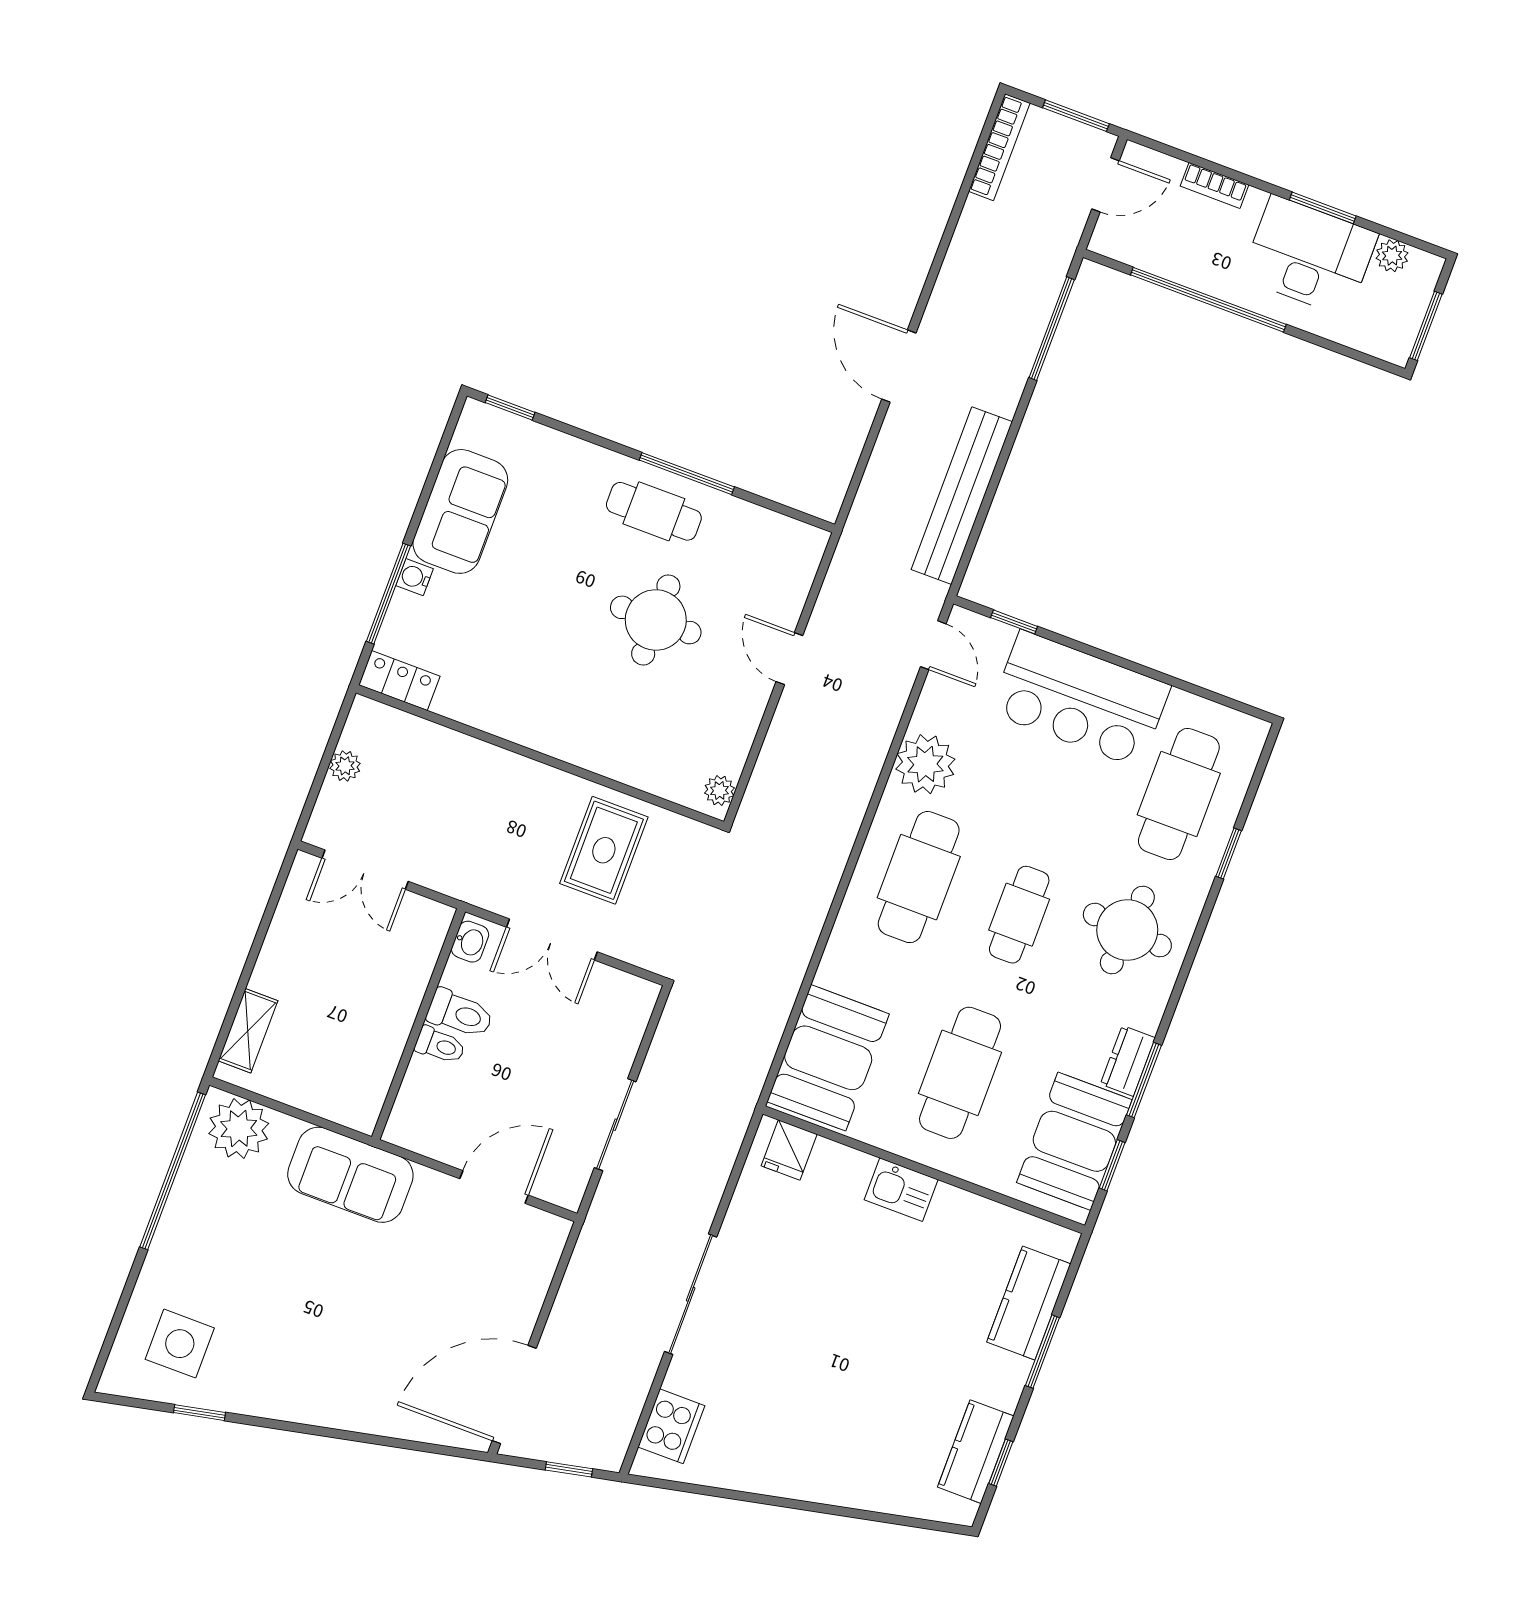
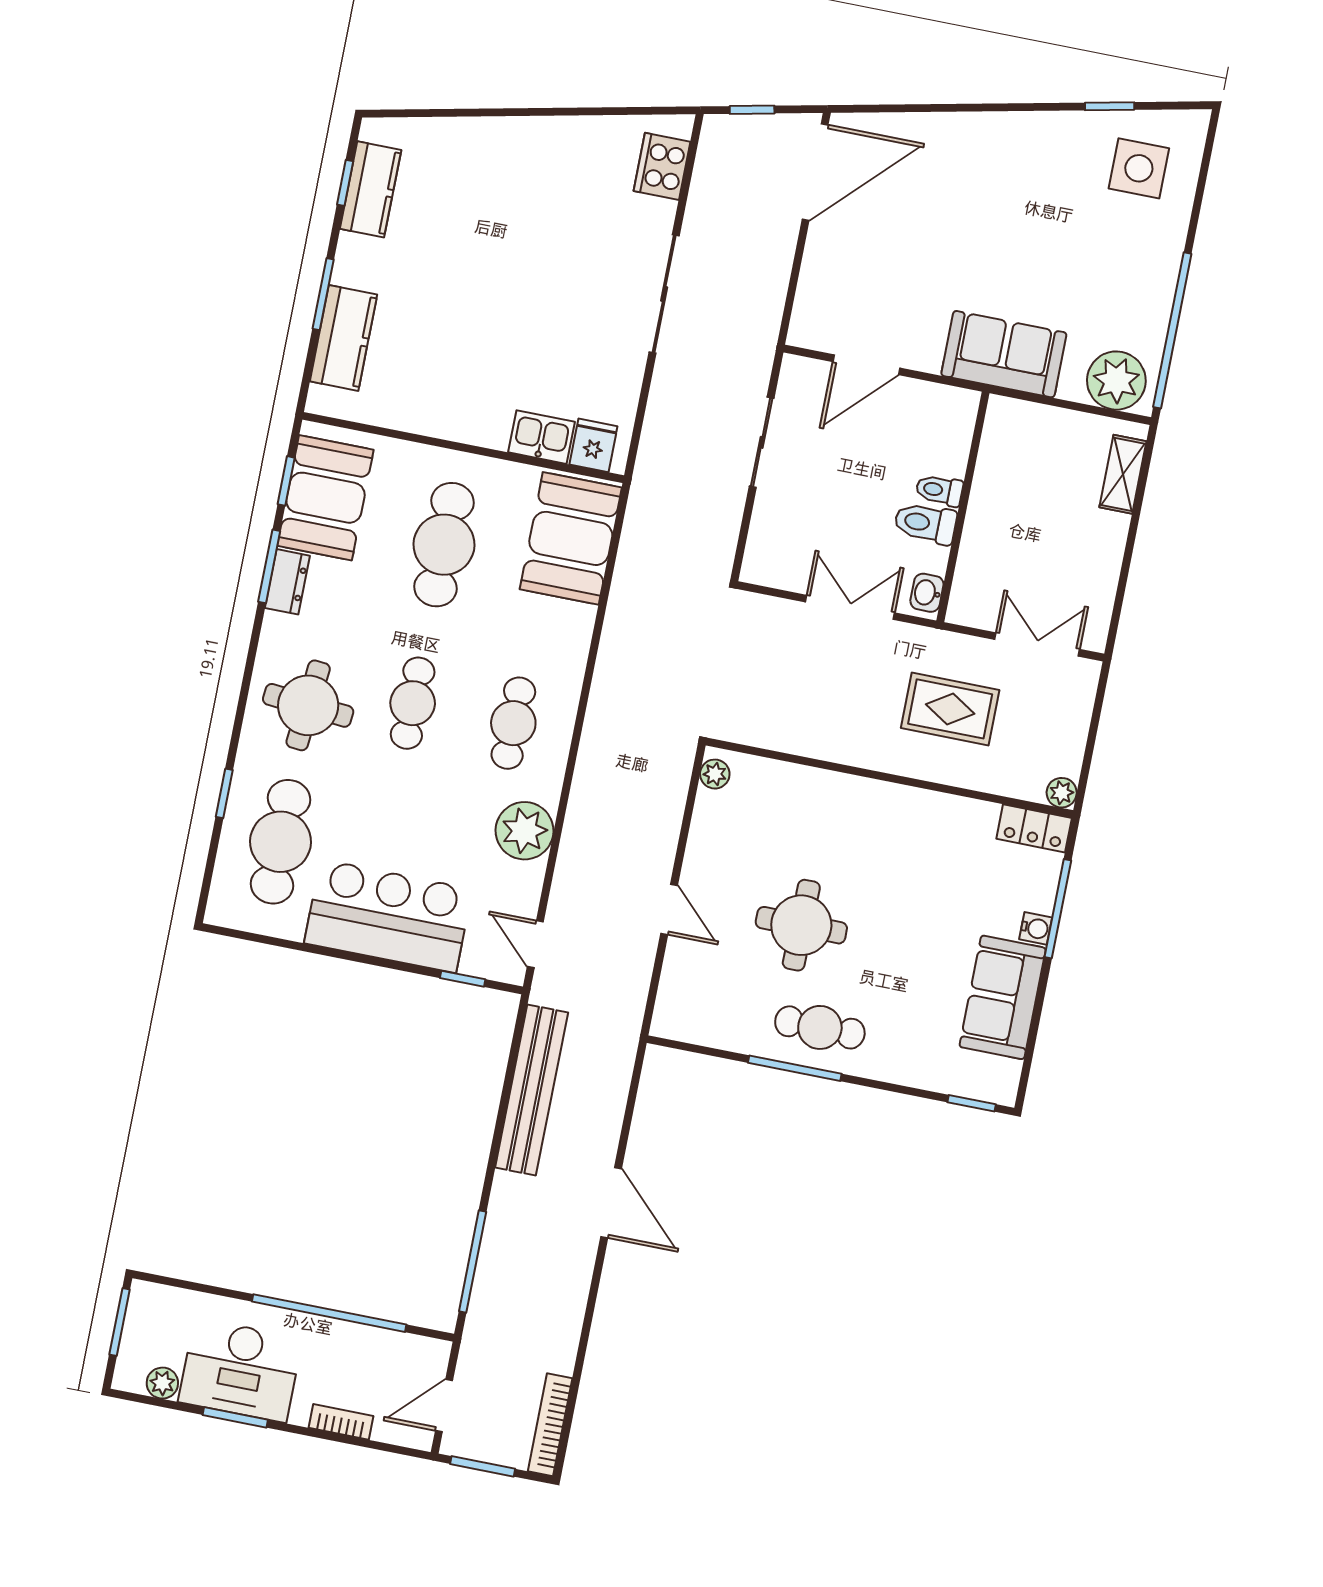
plant: (345, 766) -> (1062, 793), moved
rug: (604, 850) -> (950, 709), moved, turned 90
cafe table: (919, 877) -> (513, 723), width x0.73, depth x0.74
kitchen sink: (901, 1190) -> (541, 437), moved

